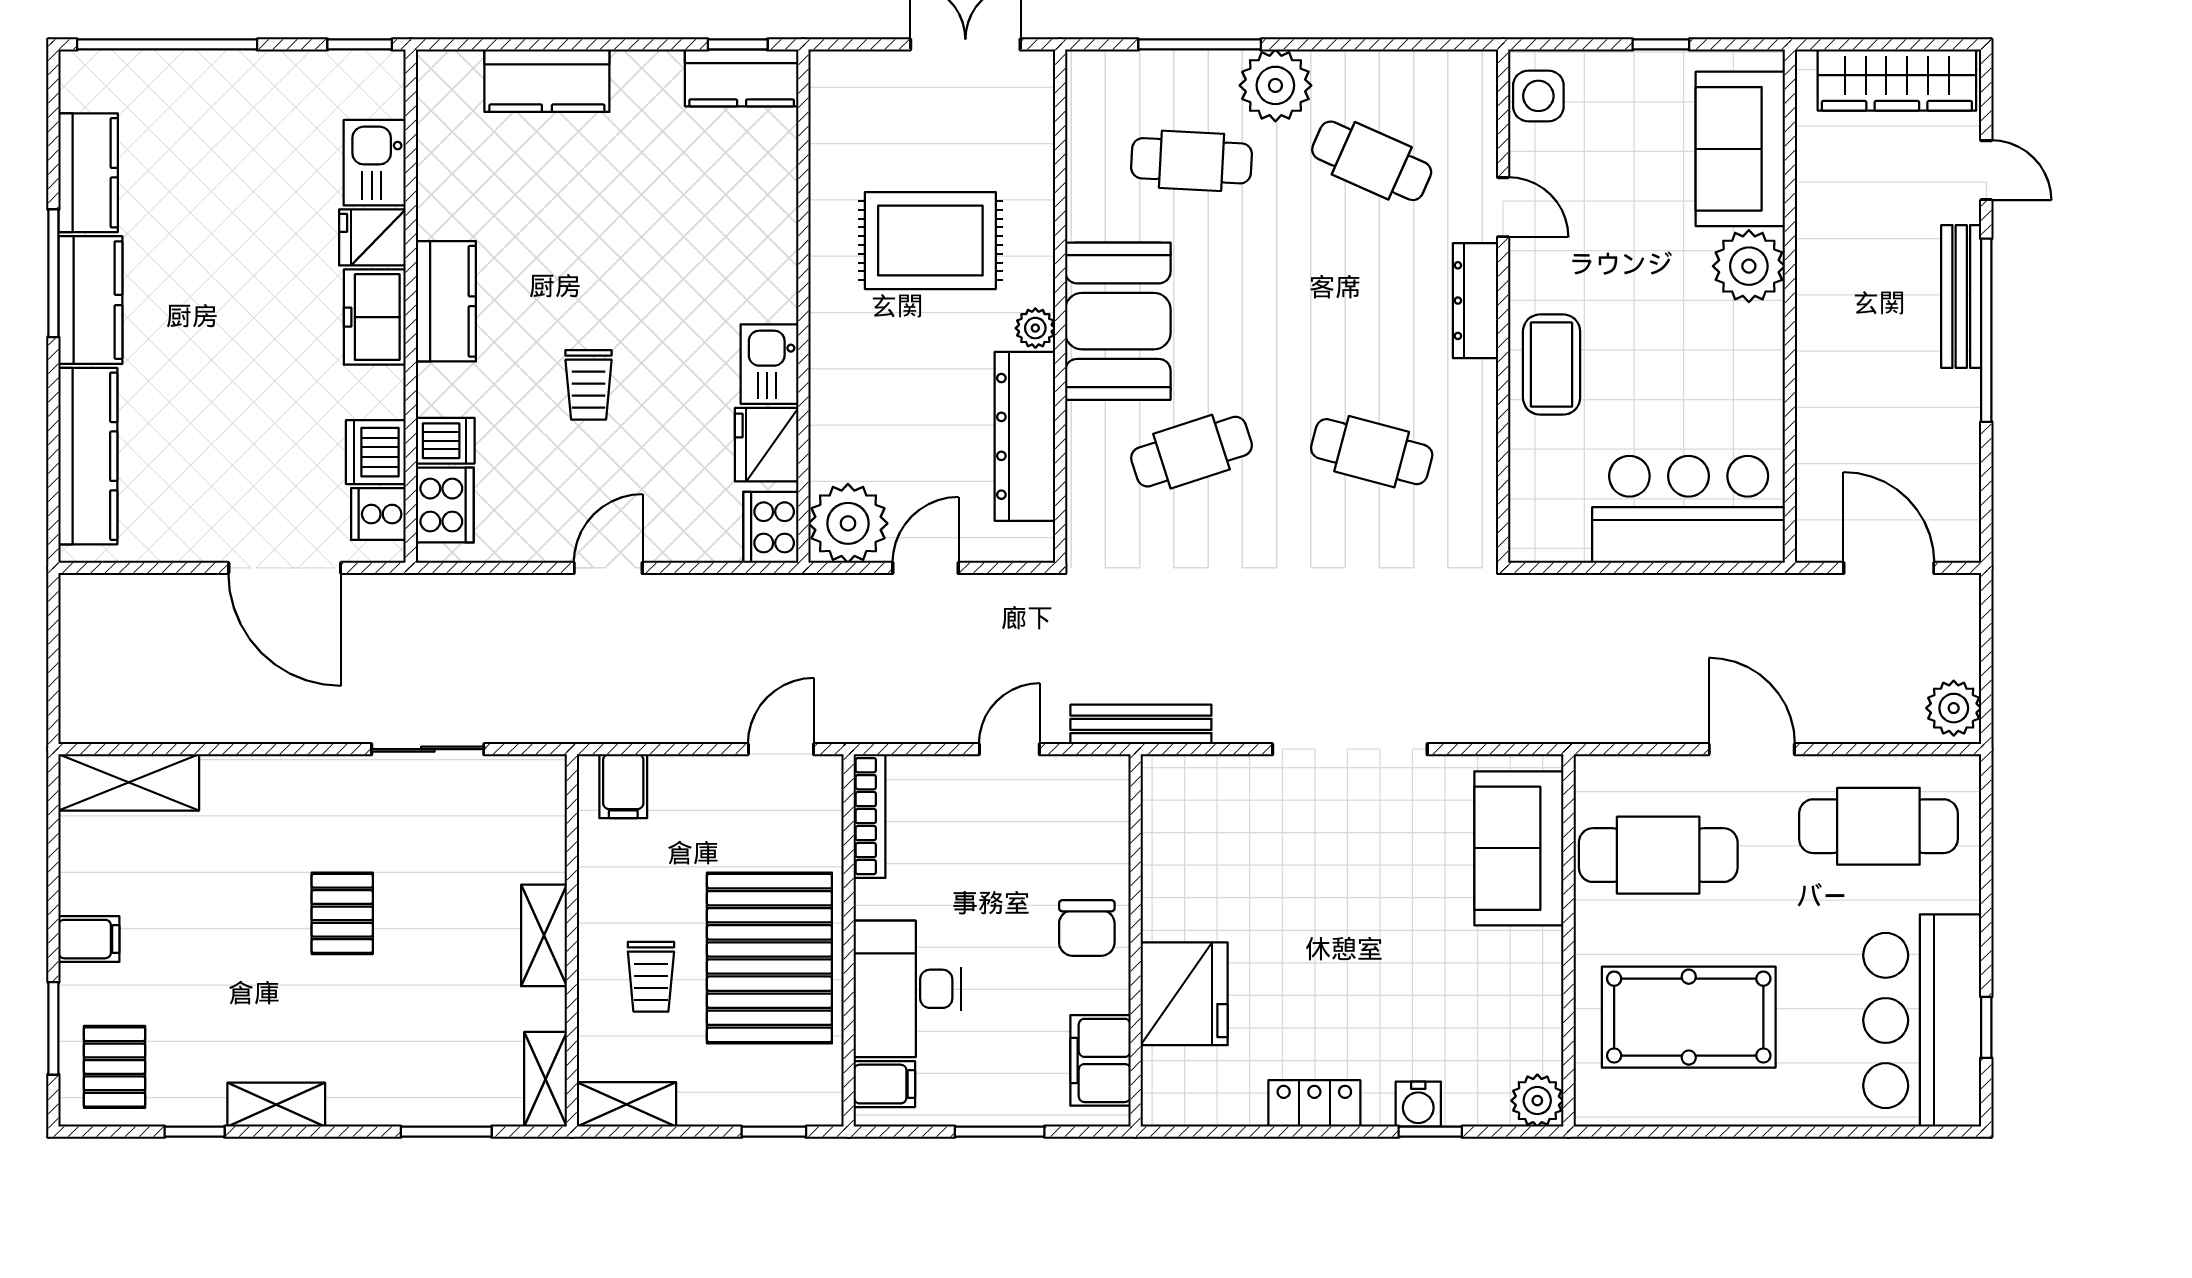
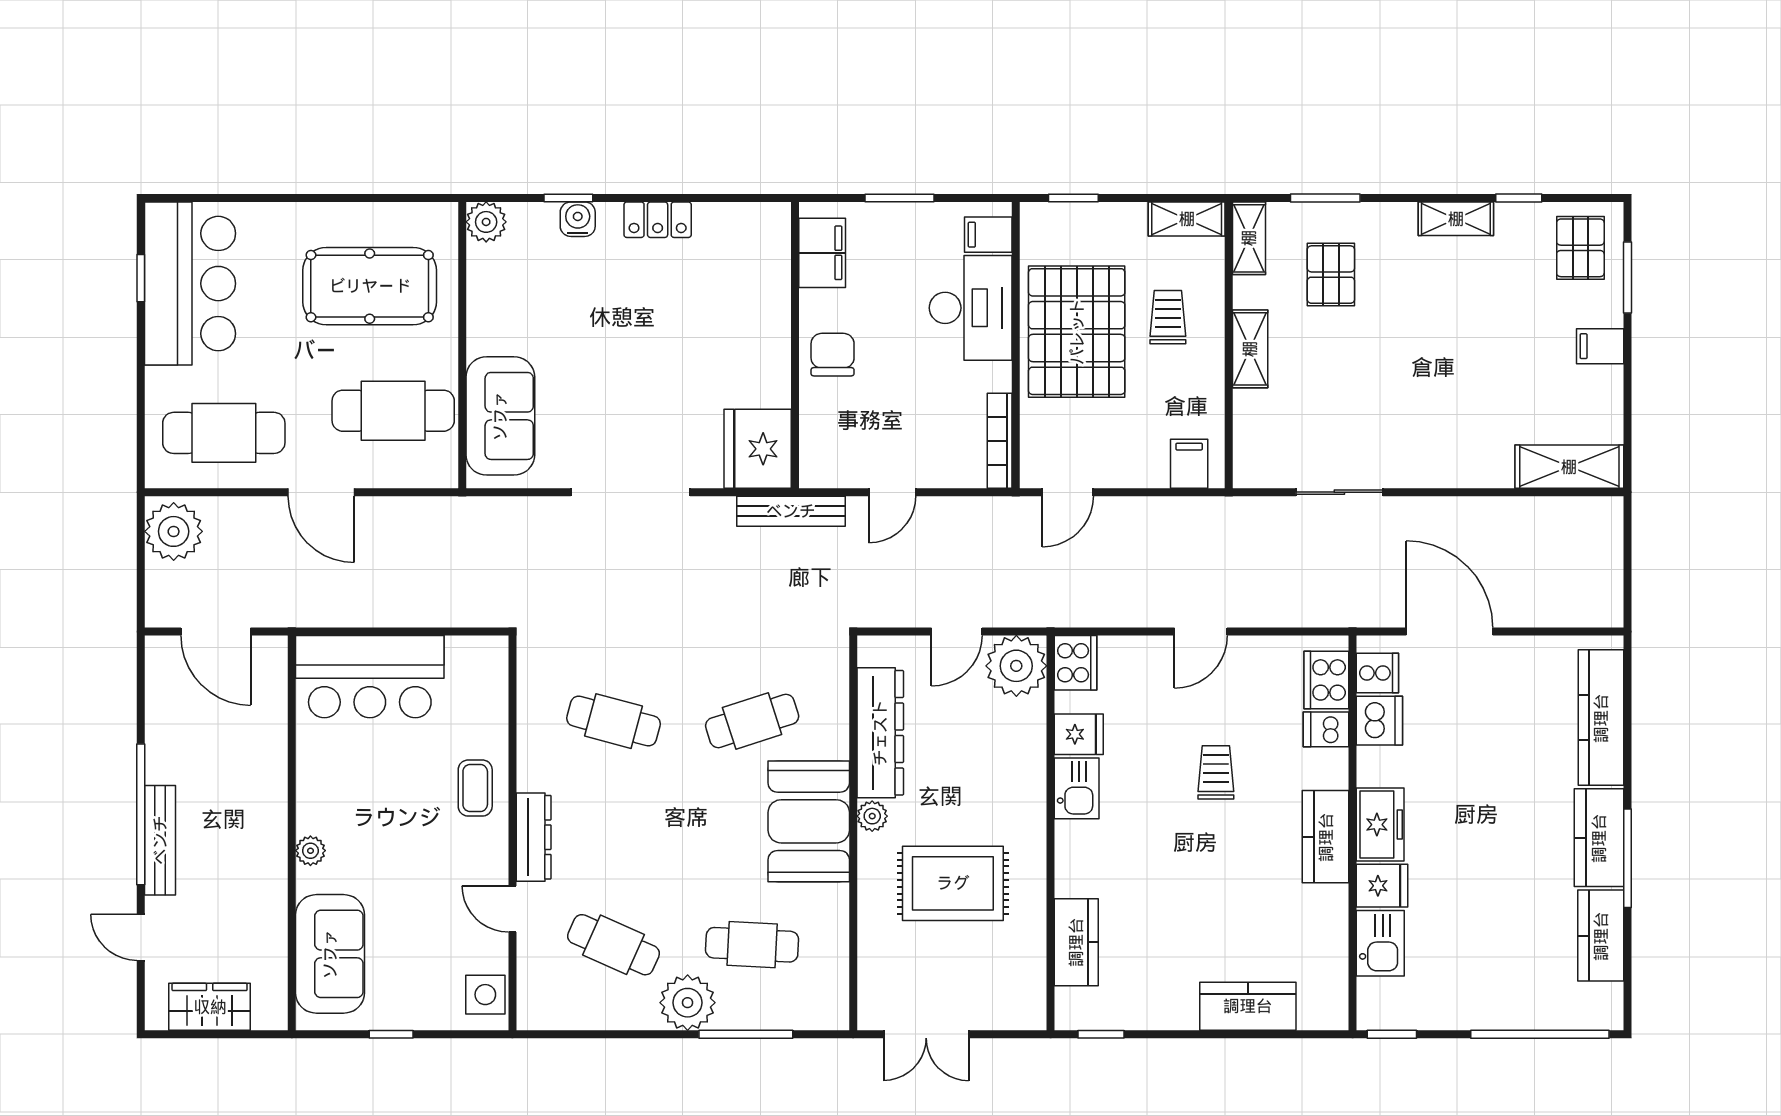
kitchen counter: (742, 78) -> (1076, 942), moved, turned 90
wardrobe: (1897, 80) -> (210, 1007), width x0.67
plant: (1749, 266) -> (310, 851), width x0.53, depth x0.53
coffee table: (1552, 365) -> (475, 788), width x0.73, depth x0.77
fridge: (767, 445) -> (1079, 734), width x0.72
plant: (1954, 708) -> (174, 531), width x1.36, depth x1.36
pallet: (342, 913) -> (1331, 275), moved
fridge: (1184, 994) -> (758, 449), moved

